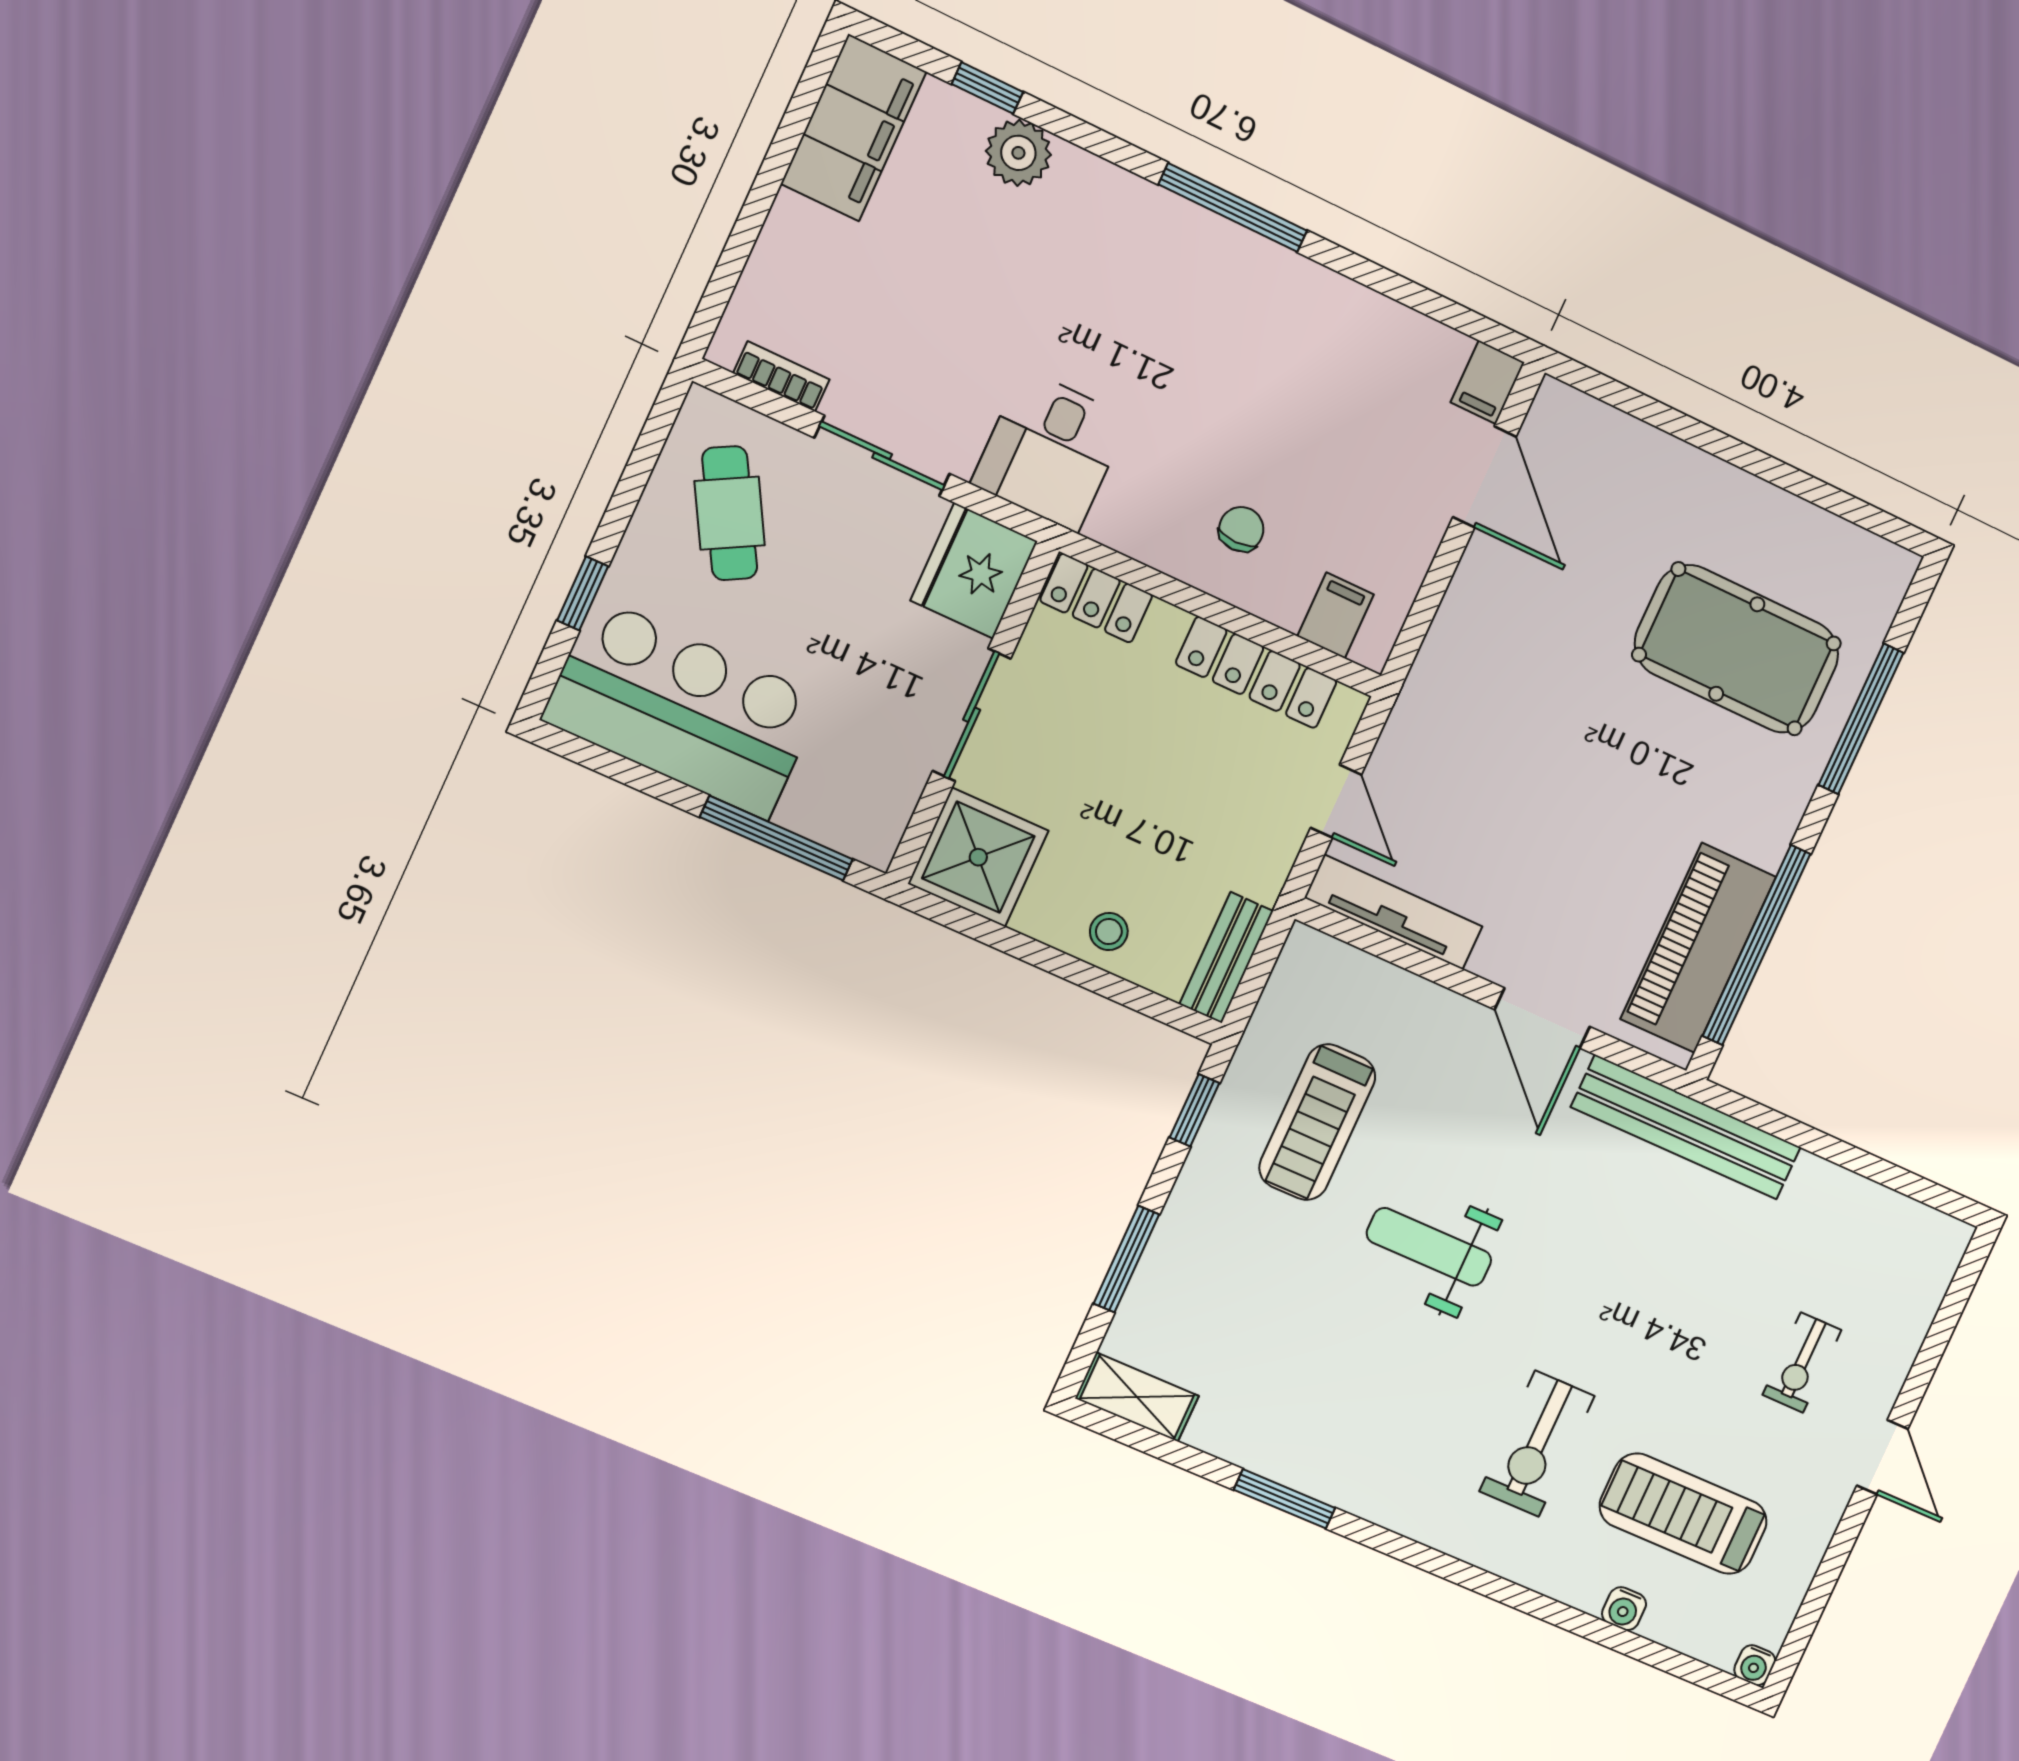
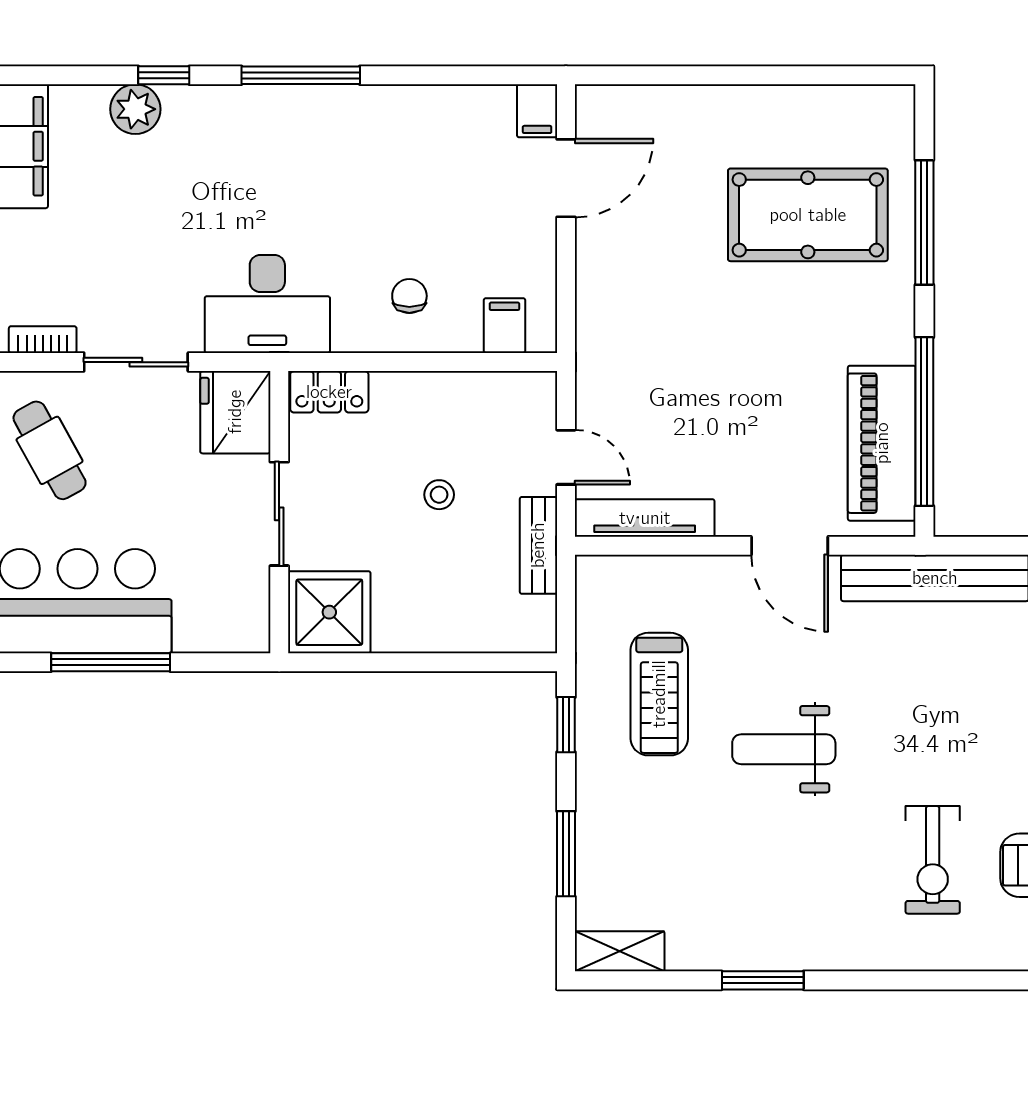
window: (987, 88) -> (164, 75), moved
desk: (1050, 451) -> (267, 304), width x1.37
door: (1485, 477) -> (566, 178), hinge flipped
locker: (1256, 672) -> (467, 392), removed
window: (776, 838) -> (111, 662), moved
stool: (1109, 932) -> (439, 495), moved
bench: (1226, 958) -> (538, 545), moved

